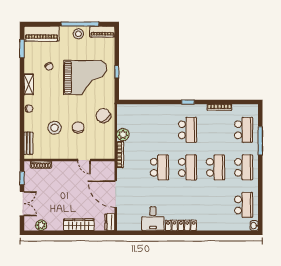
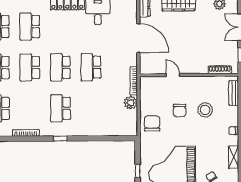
chair: (103, 116) -> (152, 123), turned -141
school desk: (216, 205) -> (30, 27), added

